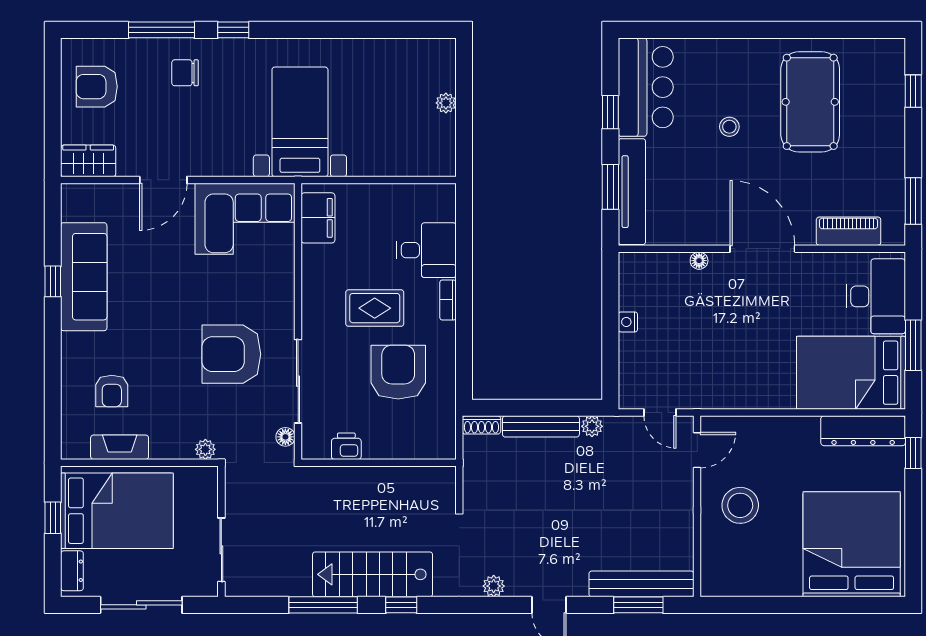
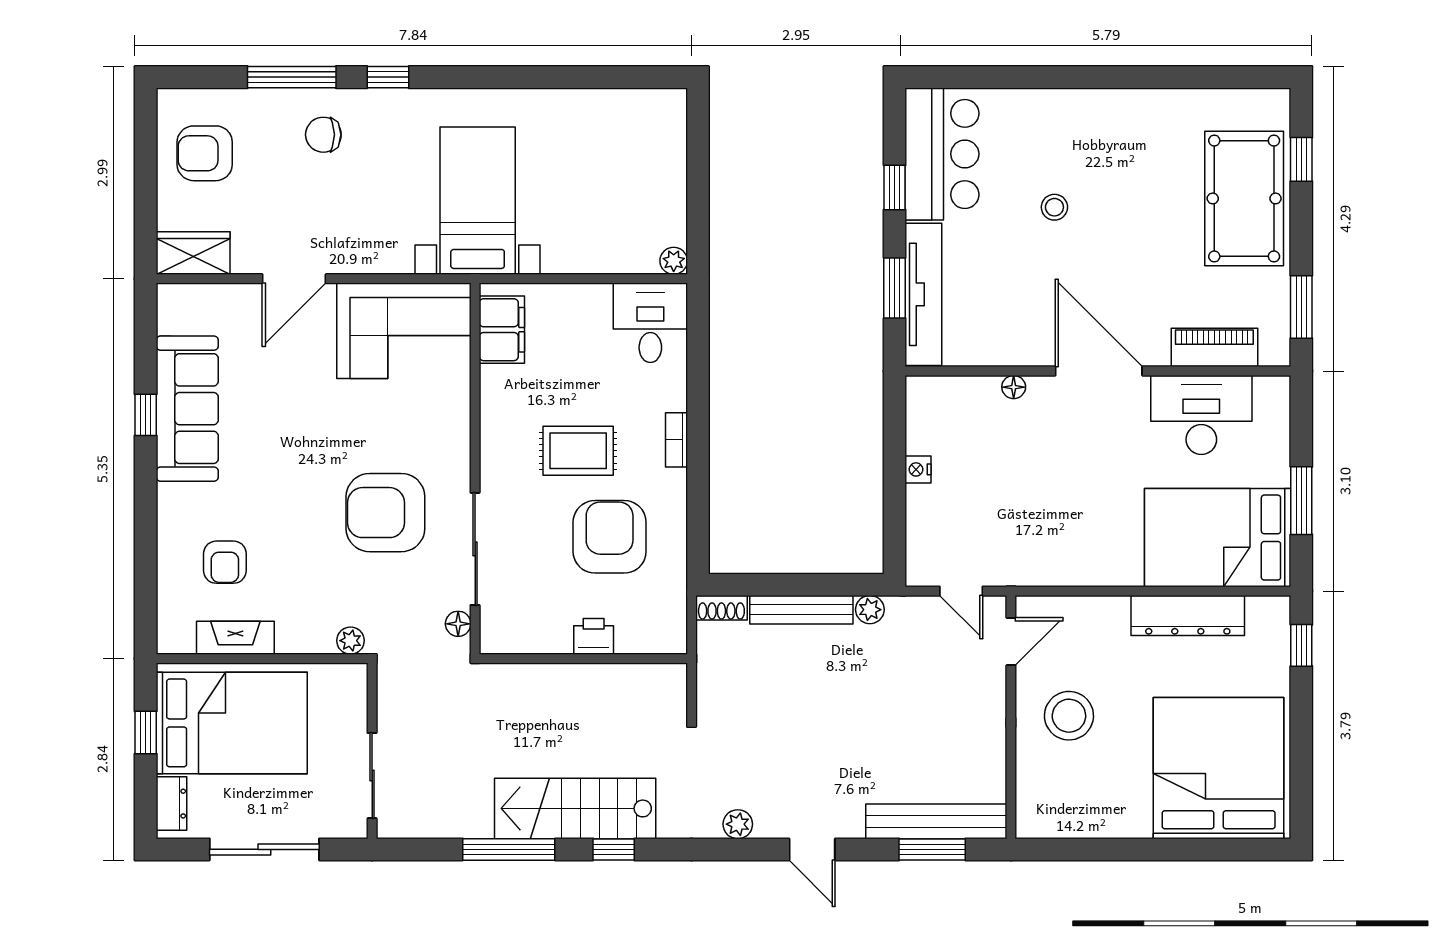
pool table: (810, 102) -> (1244, 198), moved
plant: (446, 103) -> (674, 261), moved
desk: (426, 250) -> (650, 323), moved, turned -90
desk: (876, 296) -> (1201, 415), moved, turned -90
dresser: (863, 431) -> (1188, 616), moved
printer: (346, 446) -> (594, 636), moved

